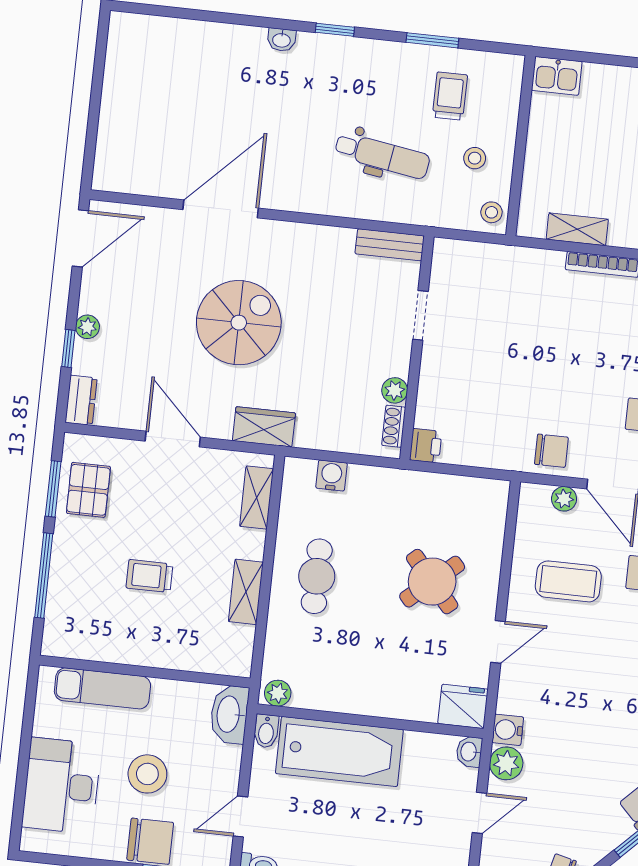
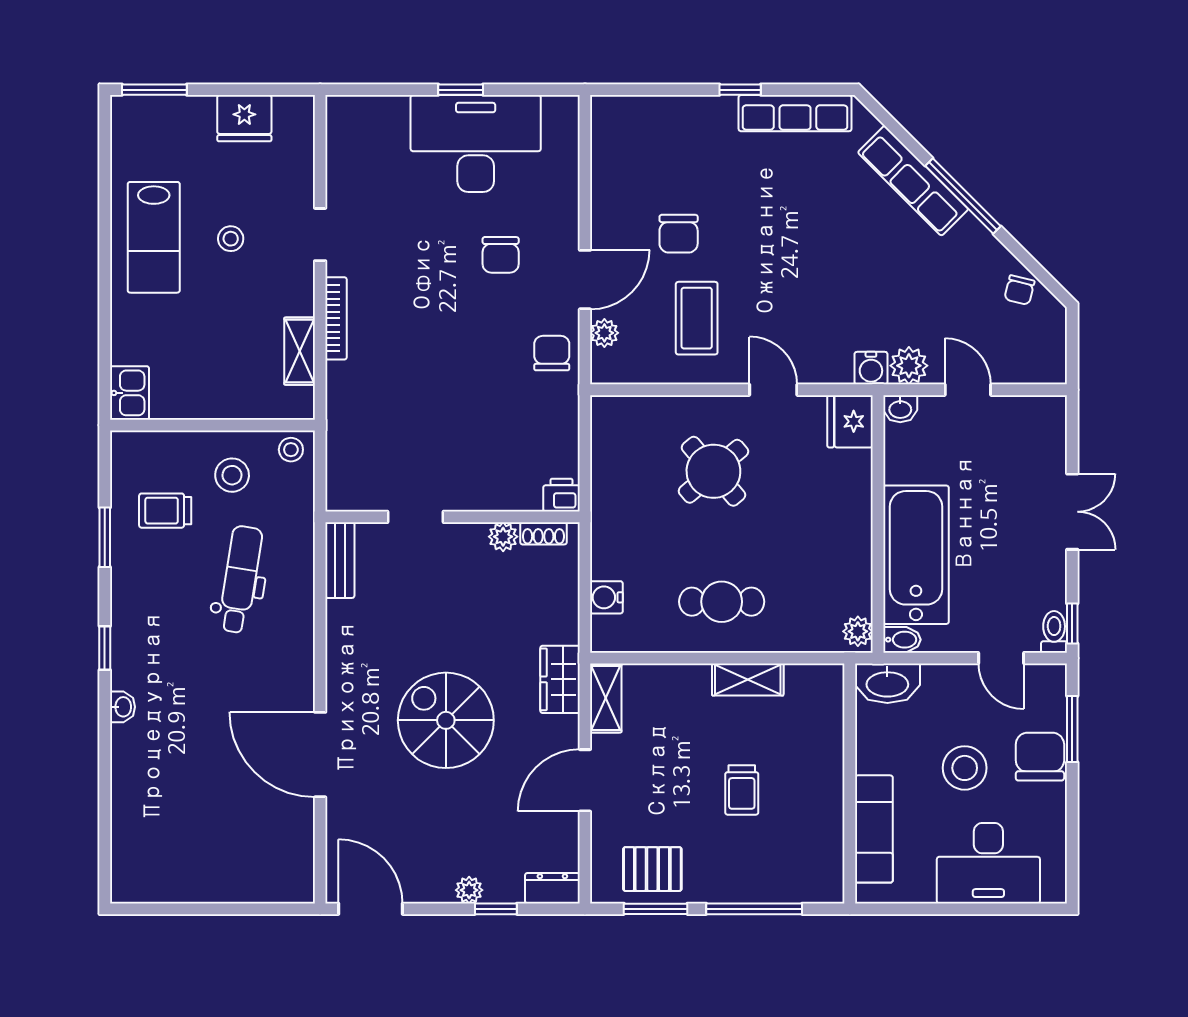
stool: (475, 158) -> (232, 475), width x1.37, depth x1.37
shelving: (257, 498) -> (606, 698), moved, turned 90

